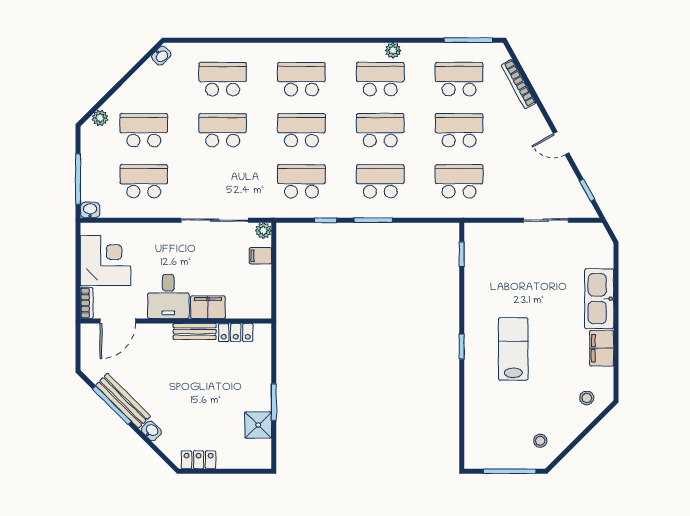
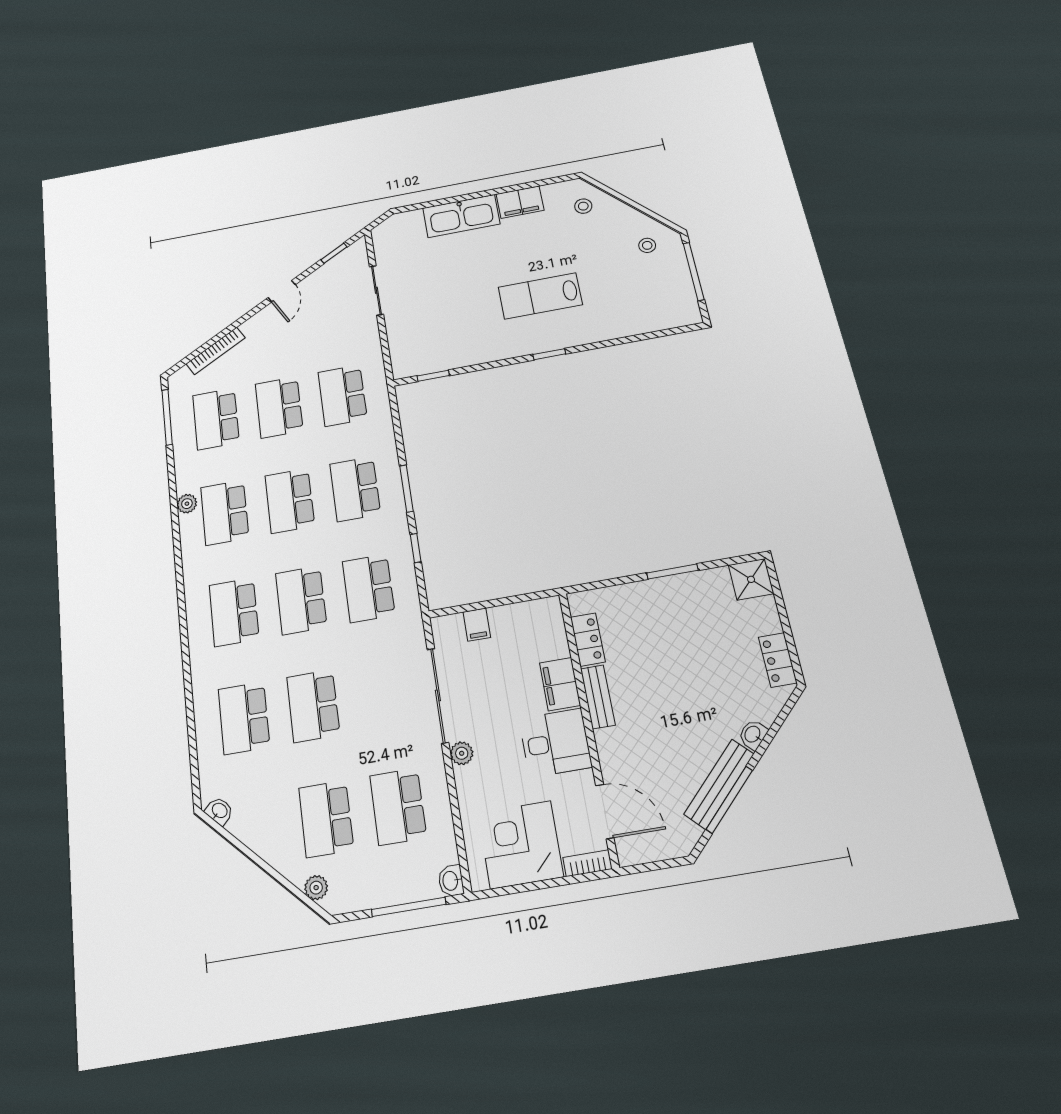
plant: (263, 231) -> (462, 753), moved
shower: (258, 425) -> (751, 579), moved

